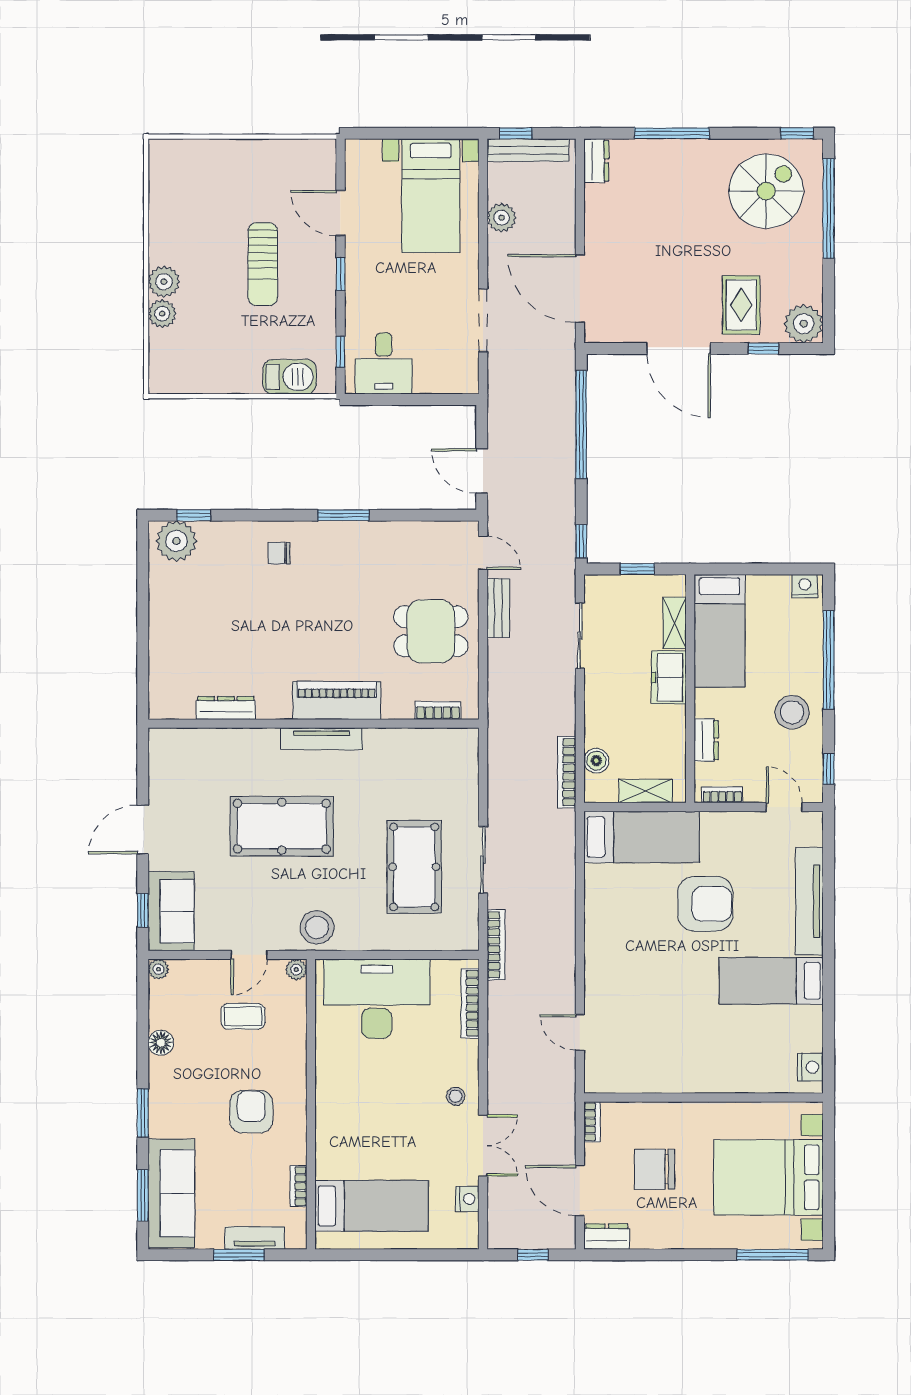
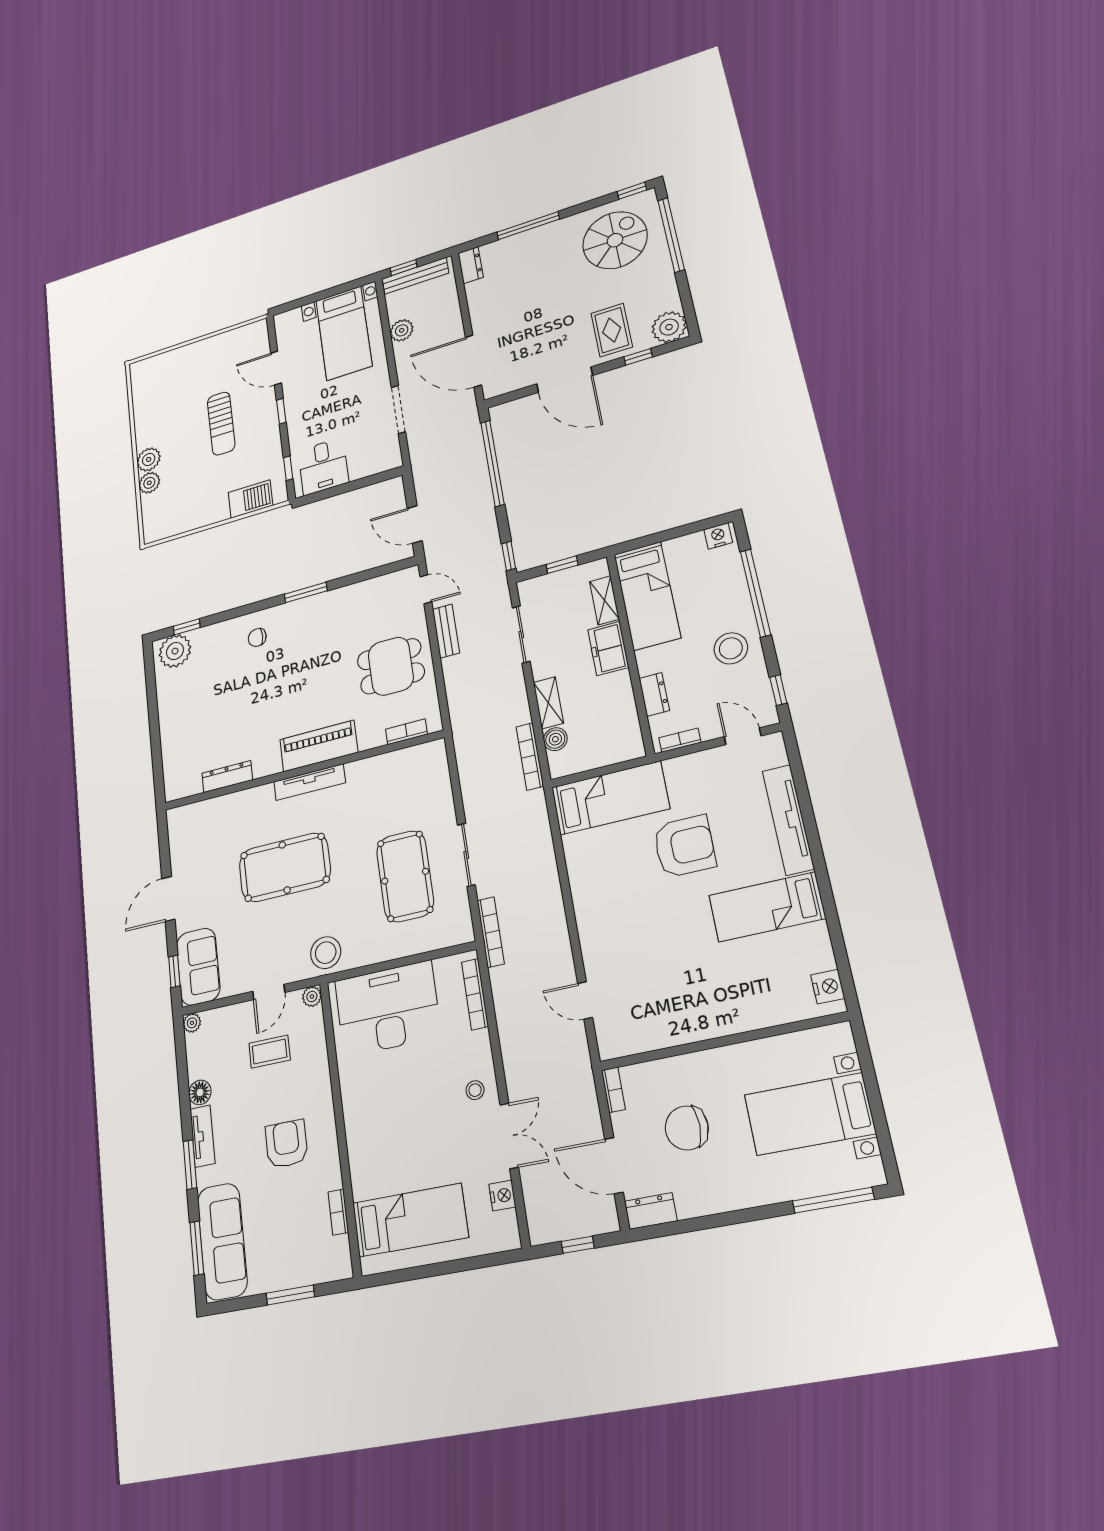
shelving: (645, 791) -> (548, 703), moved, turned 90
bed with nightstands: (769, 1177) -> (810, 1114), width x0.73
tv unit: (255, 1238) -> (203, 1136), moved, turned 90

